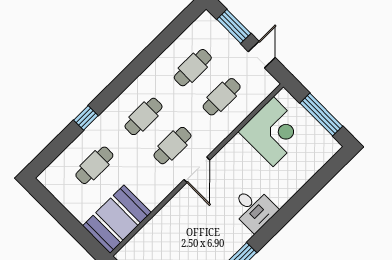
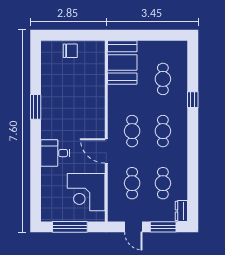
dresser: (202, 24) -> (181, 211), added
door: (197, 170) -> (106, 151), moved
desk: (254, 209) -> (55, 153), moved

